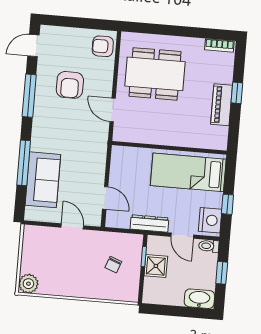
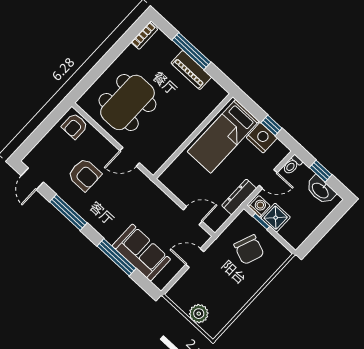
window: (237, 93) -> (191, 51), width x2.17
nightstand: (210, 220) -> (262, 138), moved
washing machine: (155, 246) -> (259, 206), added
chair: (113, 265) -> (249, 250), width x1.87, depth x1.87
plant: (28, 284) -> (199, 314), moved
washbasin: (199, 299) -> (321, 190), moved, turned -90

